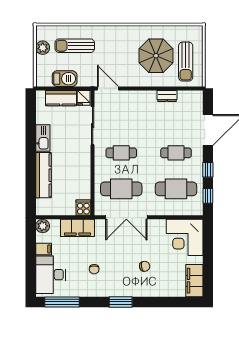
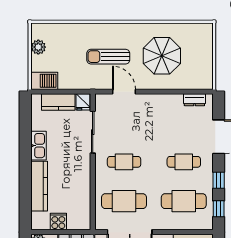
sun lounger: (75, 46) -> (108, 57), moved
sun lounger: (186, 62) -> (194, 62), removed
barbecue: (65, 79) -> (44, 81), moved
door: (108, 89) -> (124, 92), moved
dresser: (167, 96) -> (194, 100), moved
cooker: (83, 208) -> (58, 222), moved

